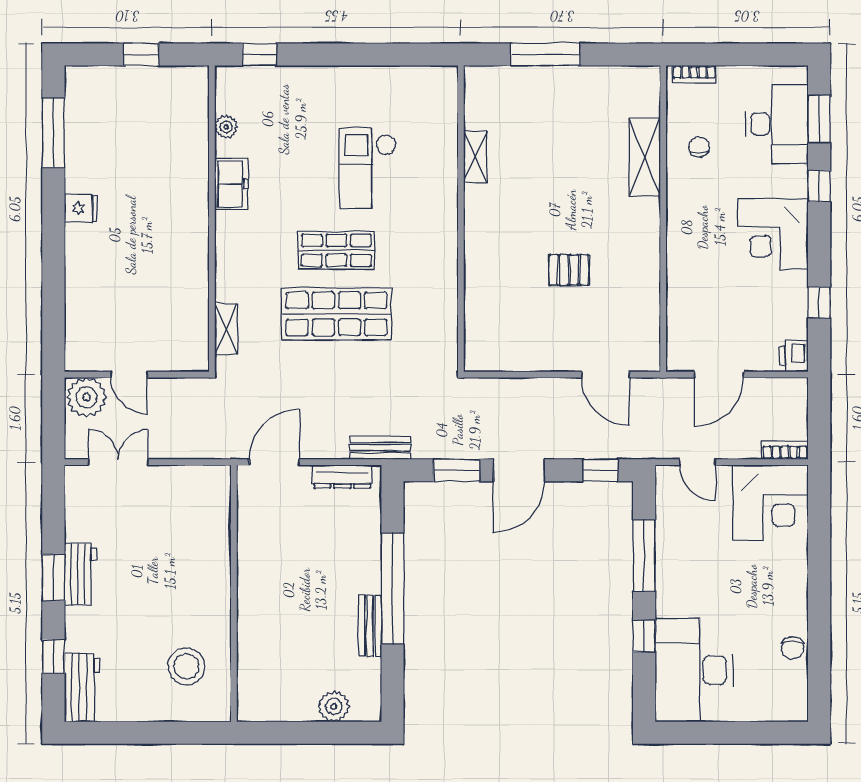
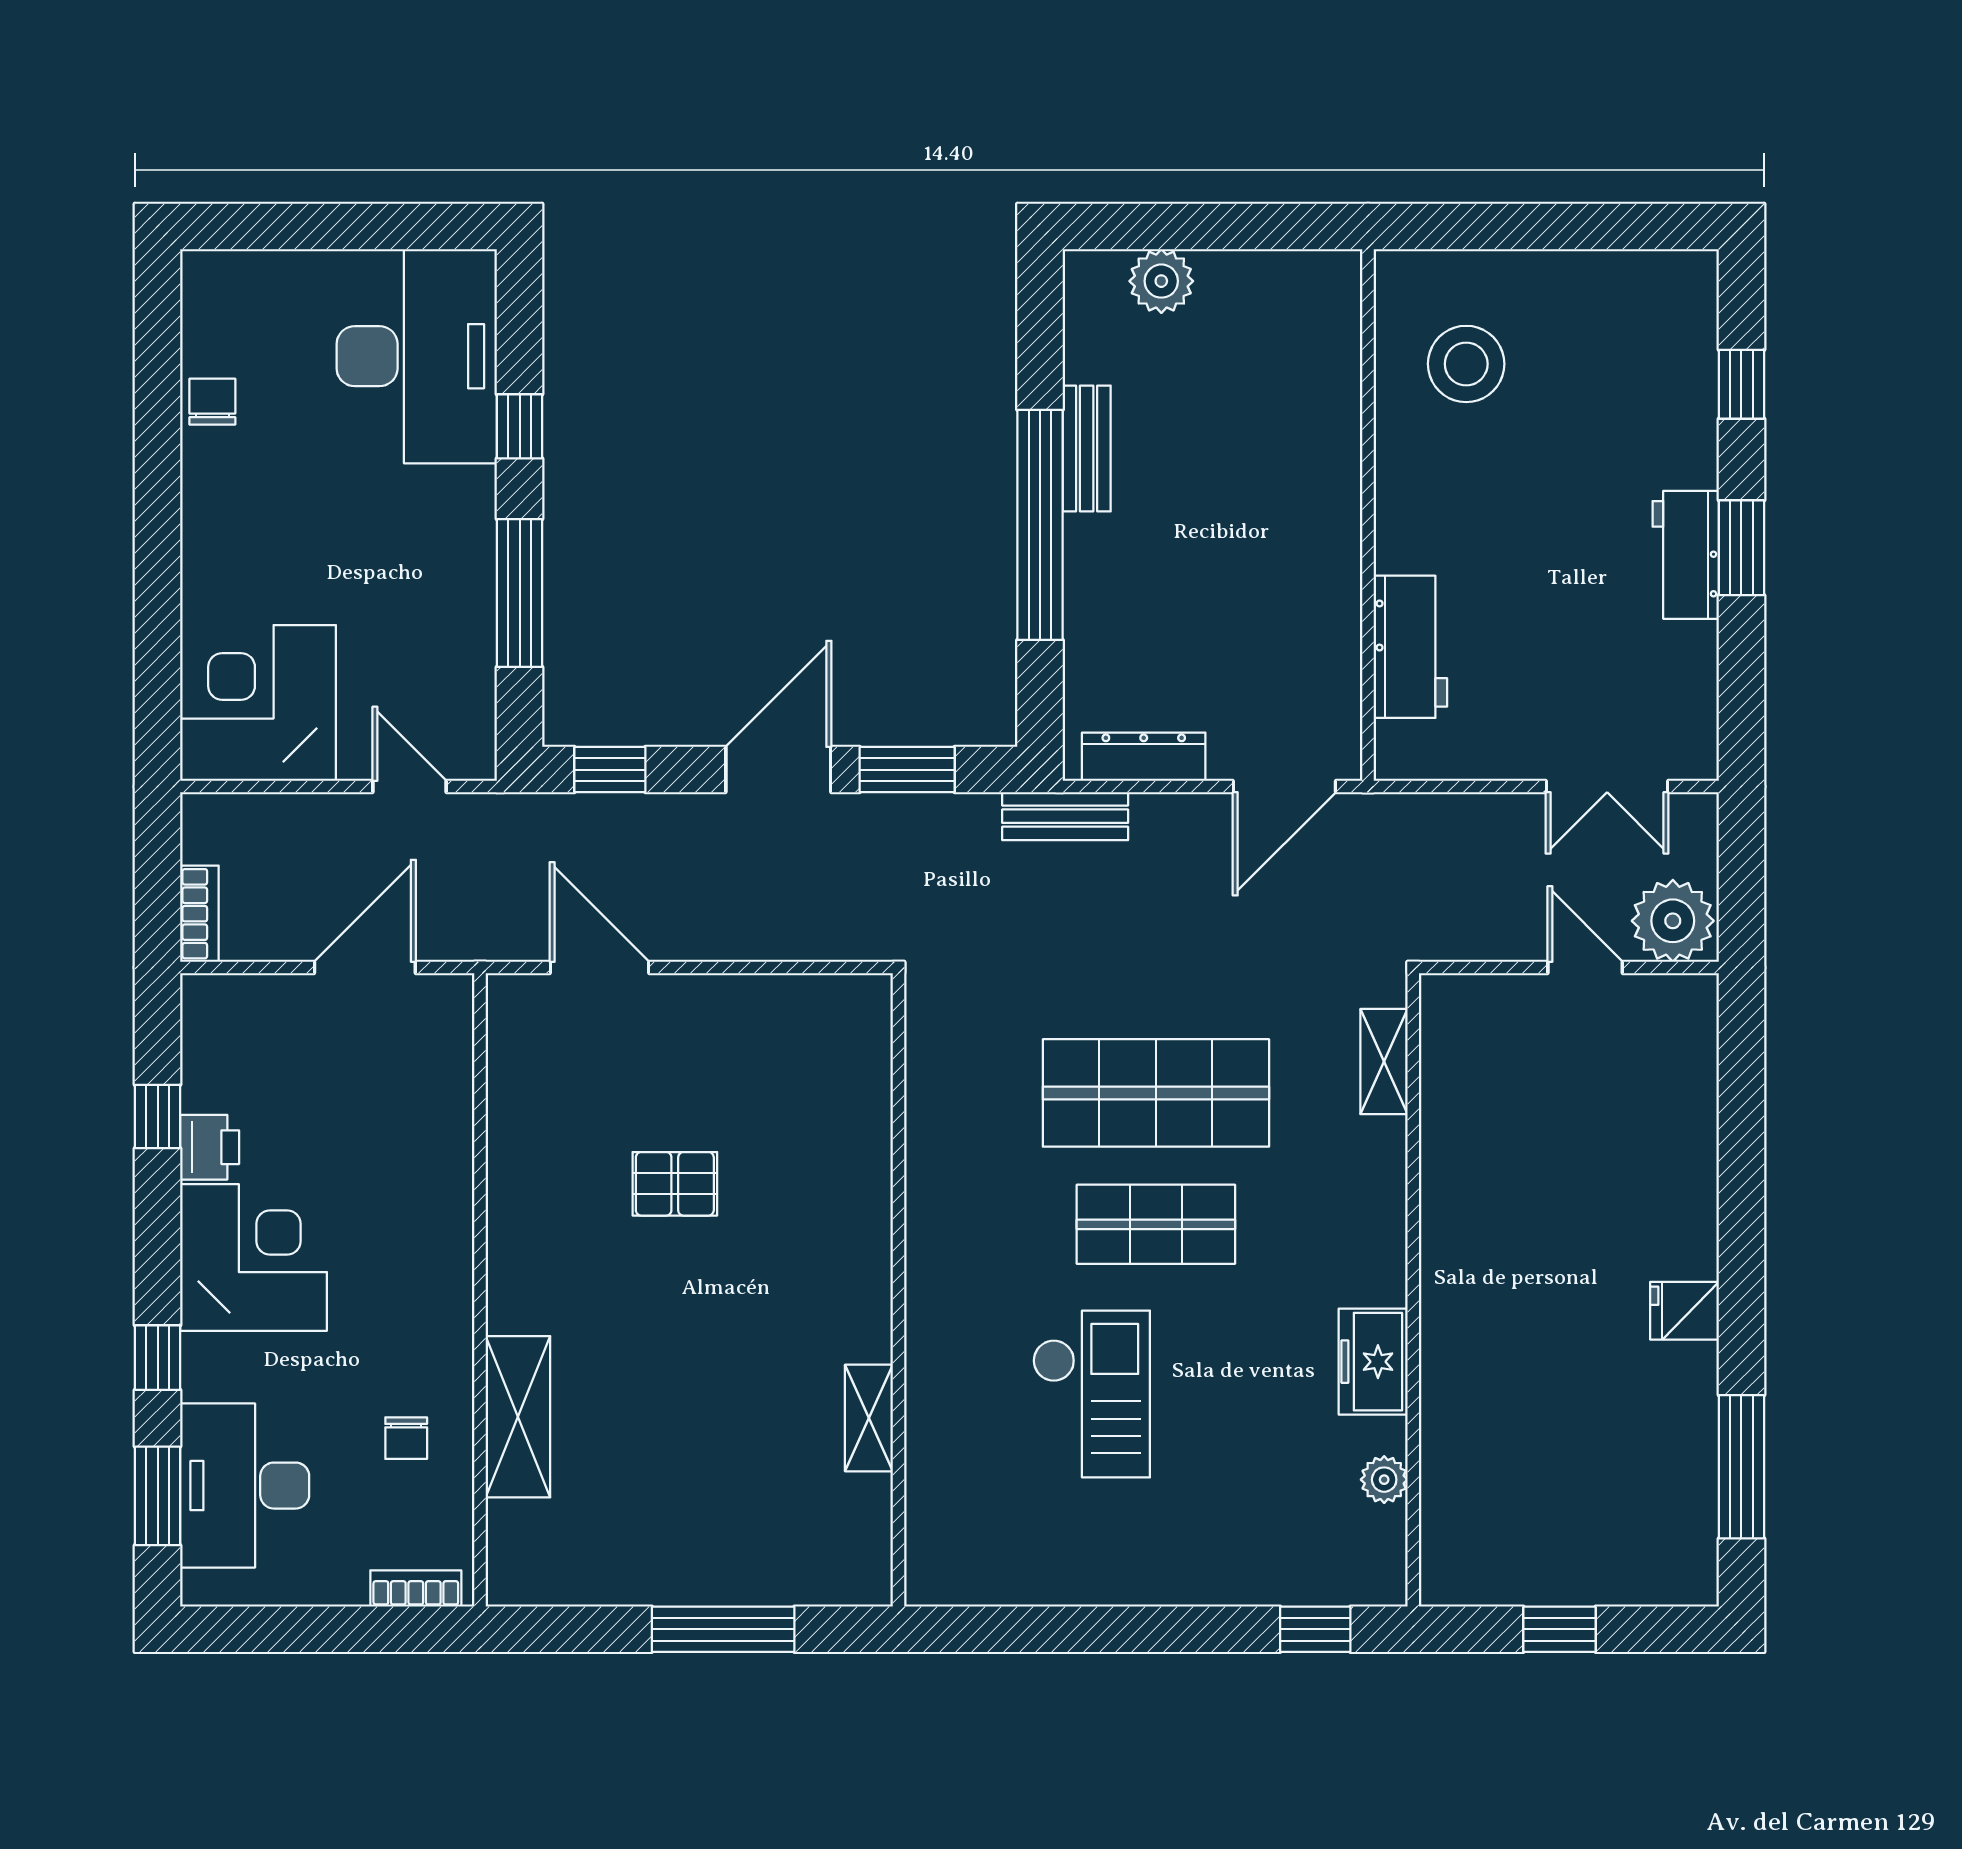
printer: (794, 356) -> (210, 1147), moved
bookcase: (785, 450) -> (199, 914), moved, turned -90
workbench: (82, 687) -> (1410, 647), moved, turned 180

